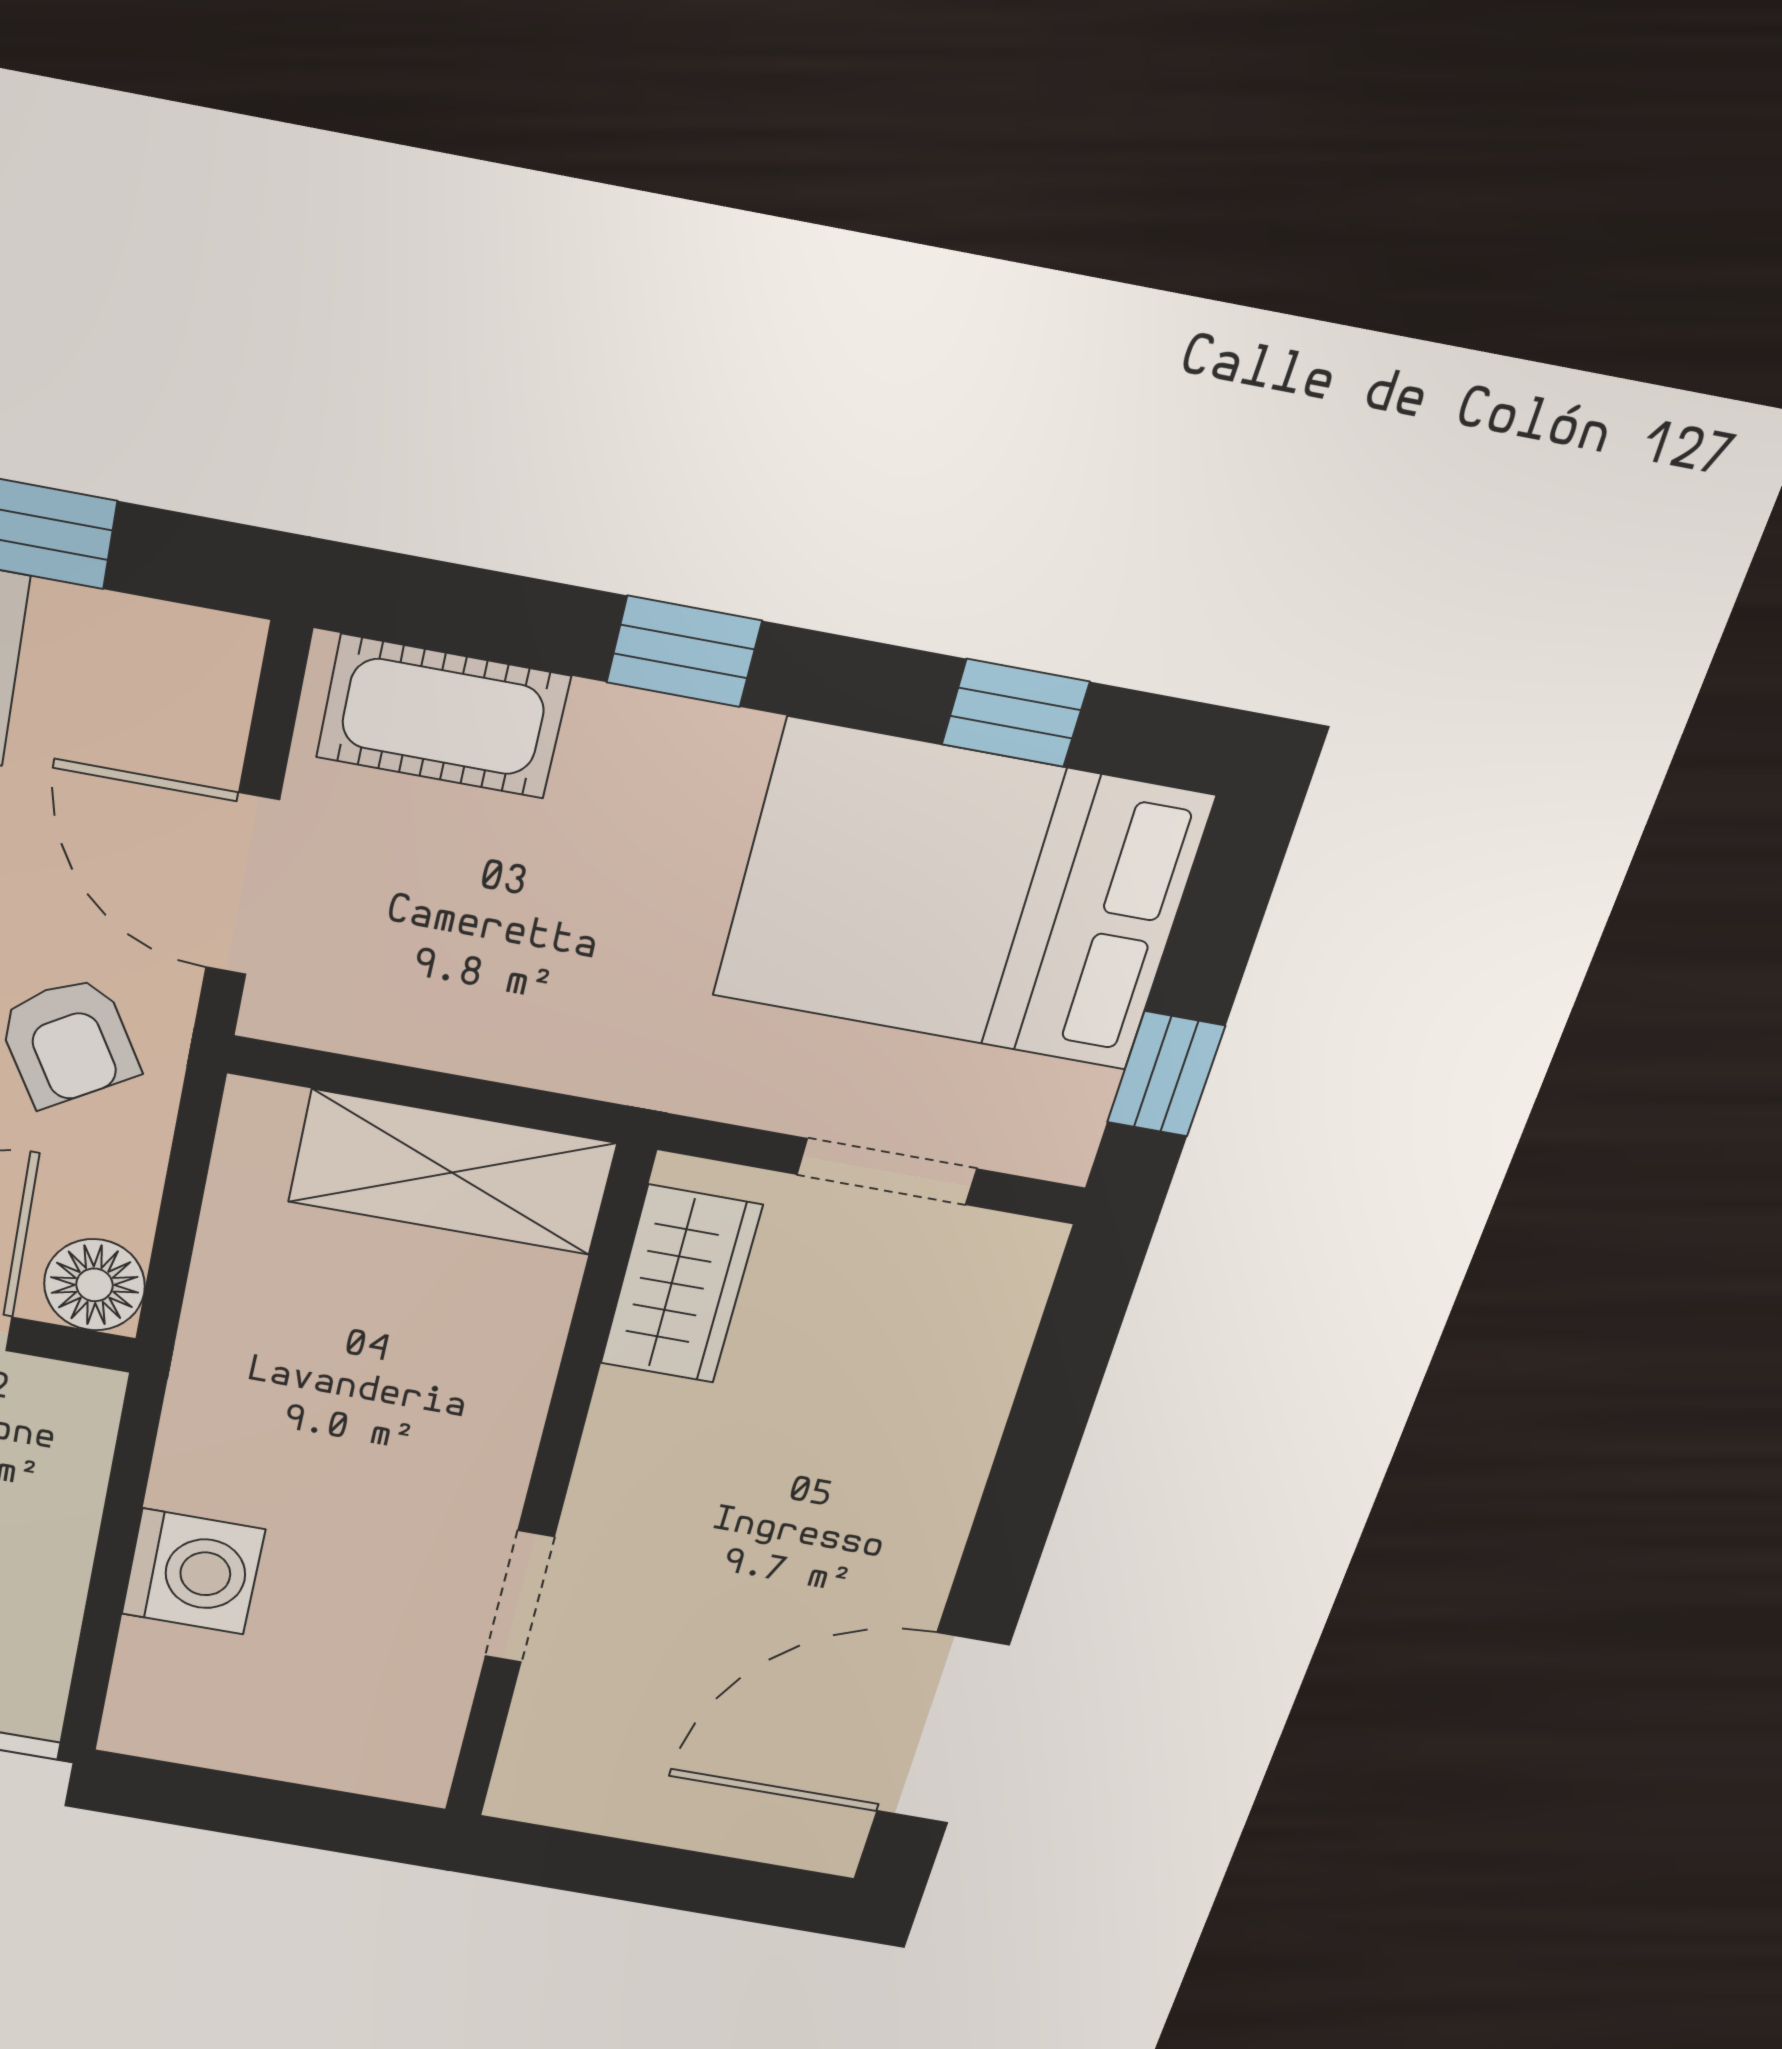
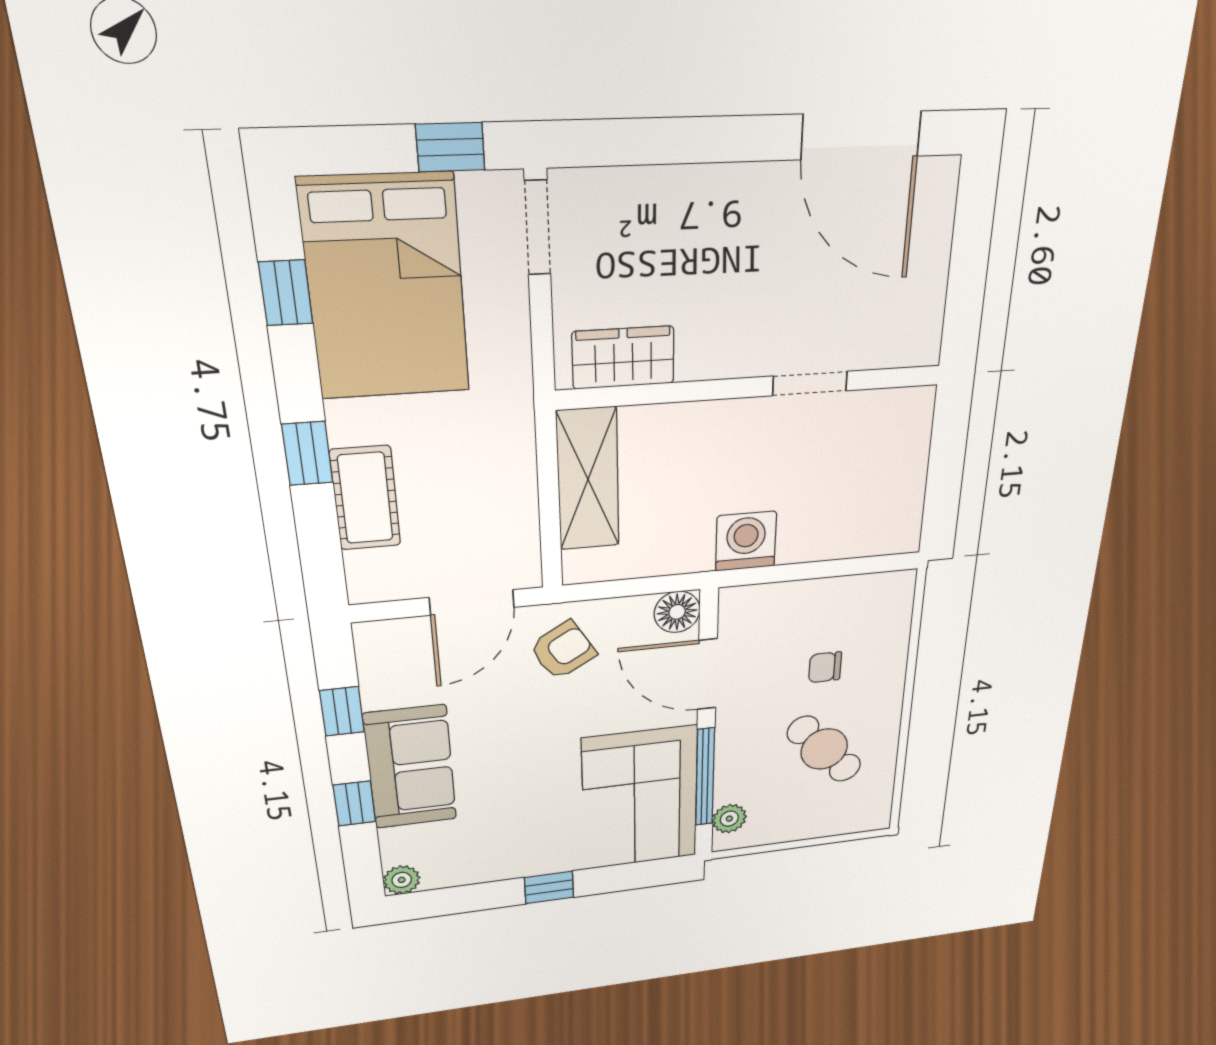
cot: (443, 717) -> (365, 498), moved
doorway: (887, 1172) -> (538, 228), moved
washing machine: (193, 1572) -> (746, 541), moved

